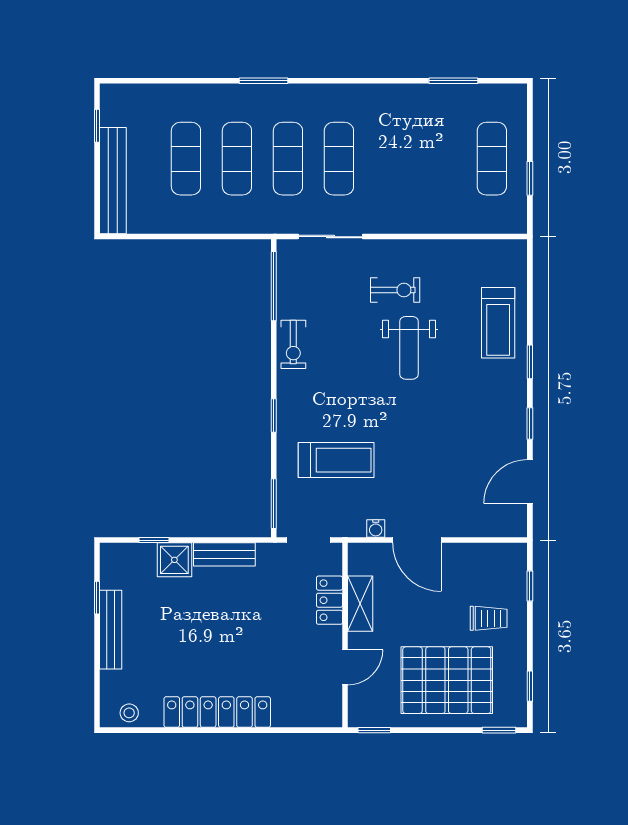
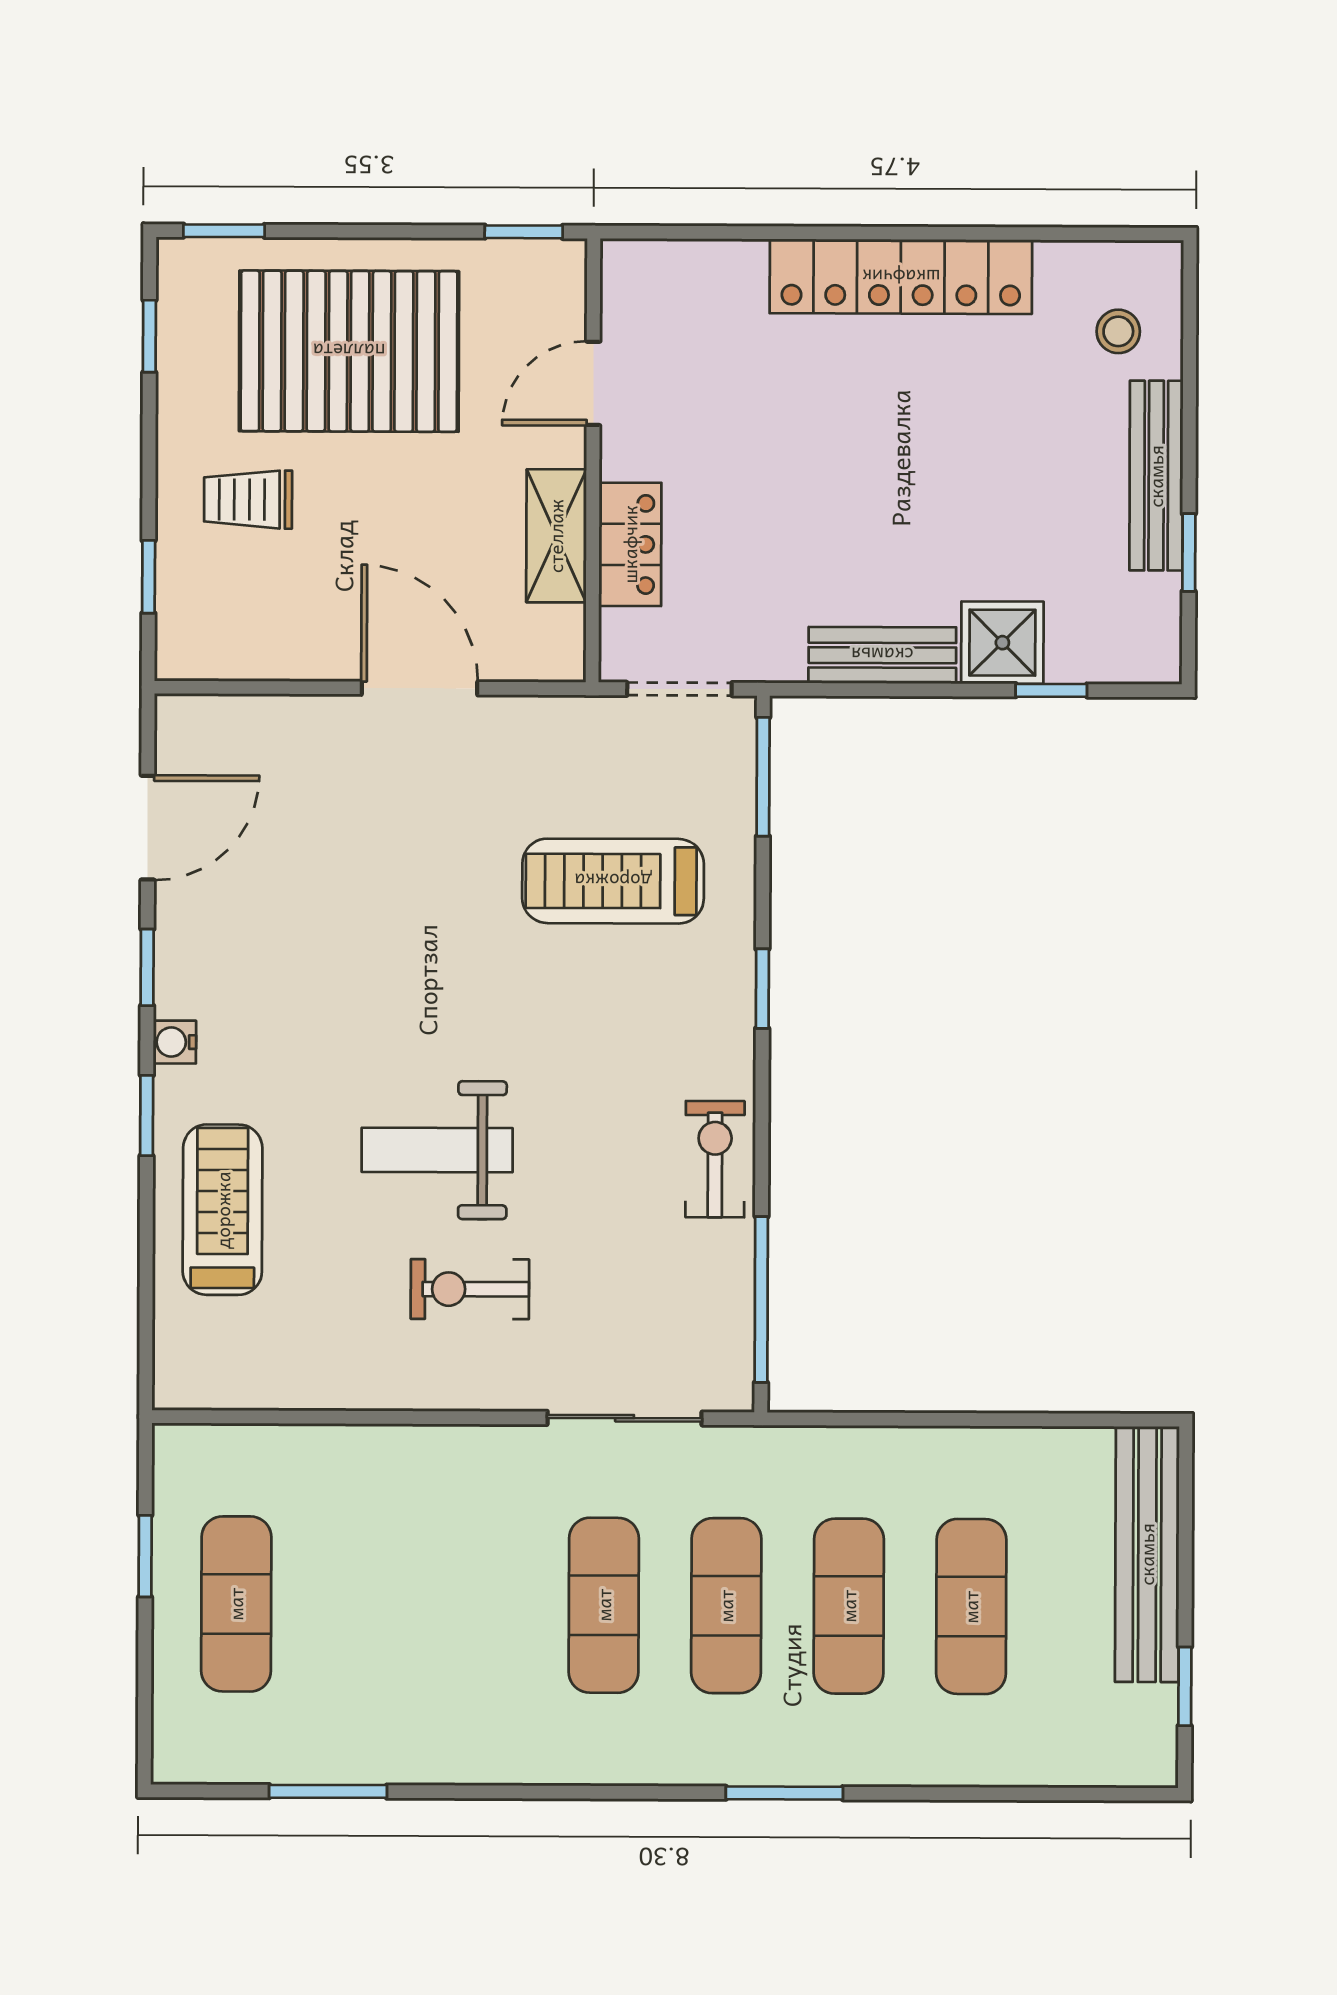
weight bench: (409, 348) -> (437, 1150), turned -90
water cooler: (376, 529) -> (175, 1042), moved, turned -90
stool: (129, 713) -> (1118, 331), moved

